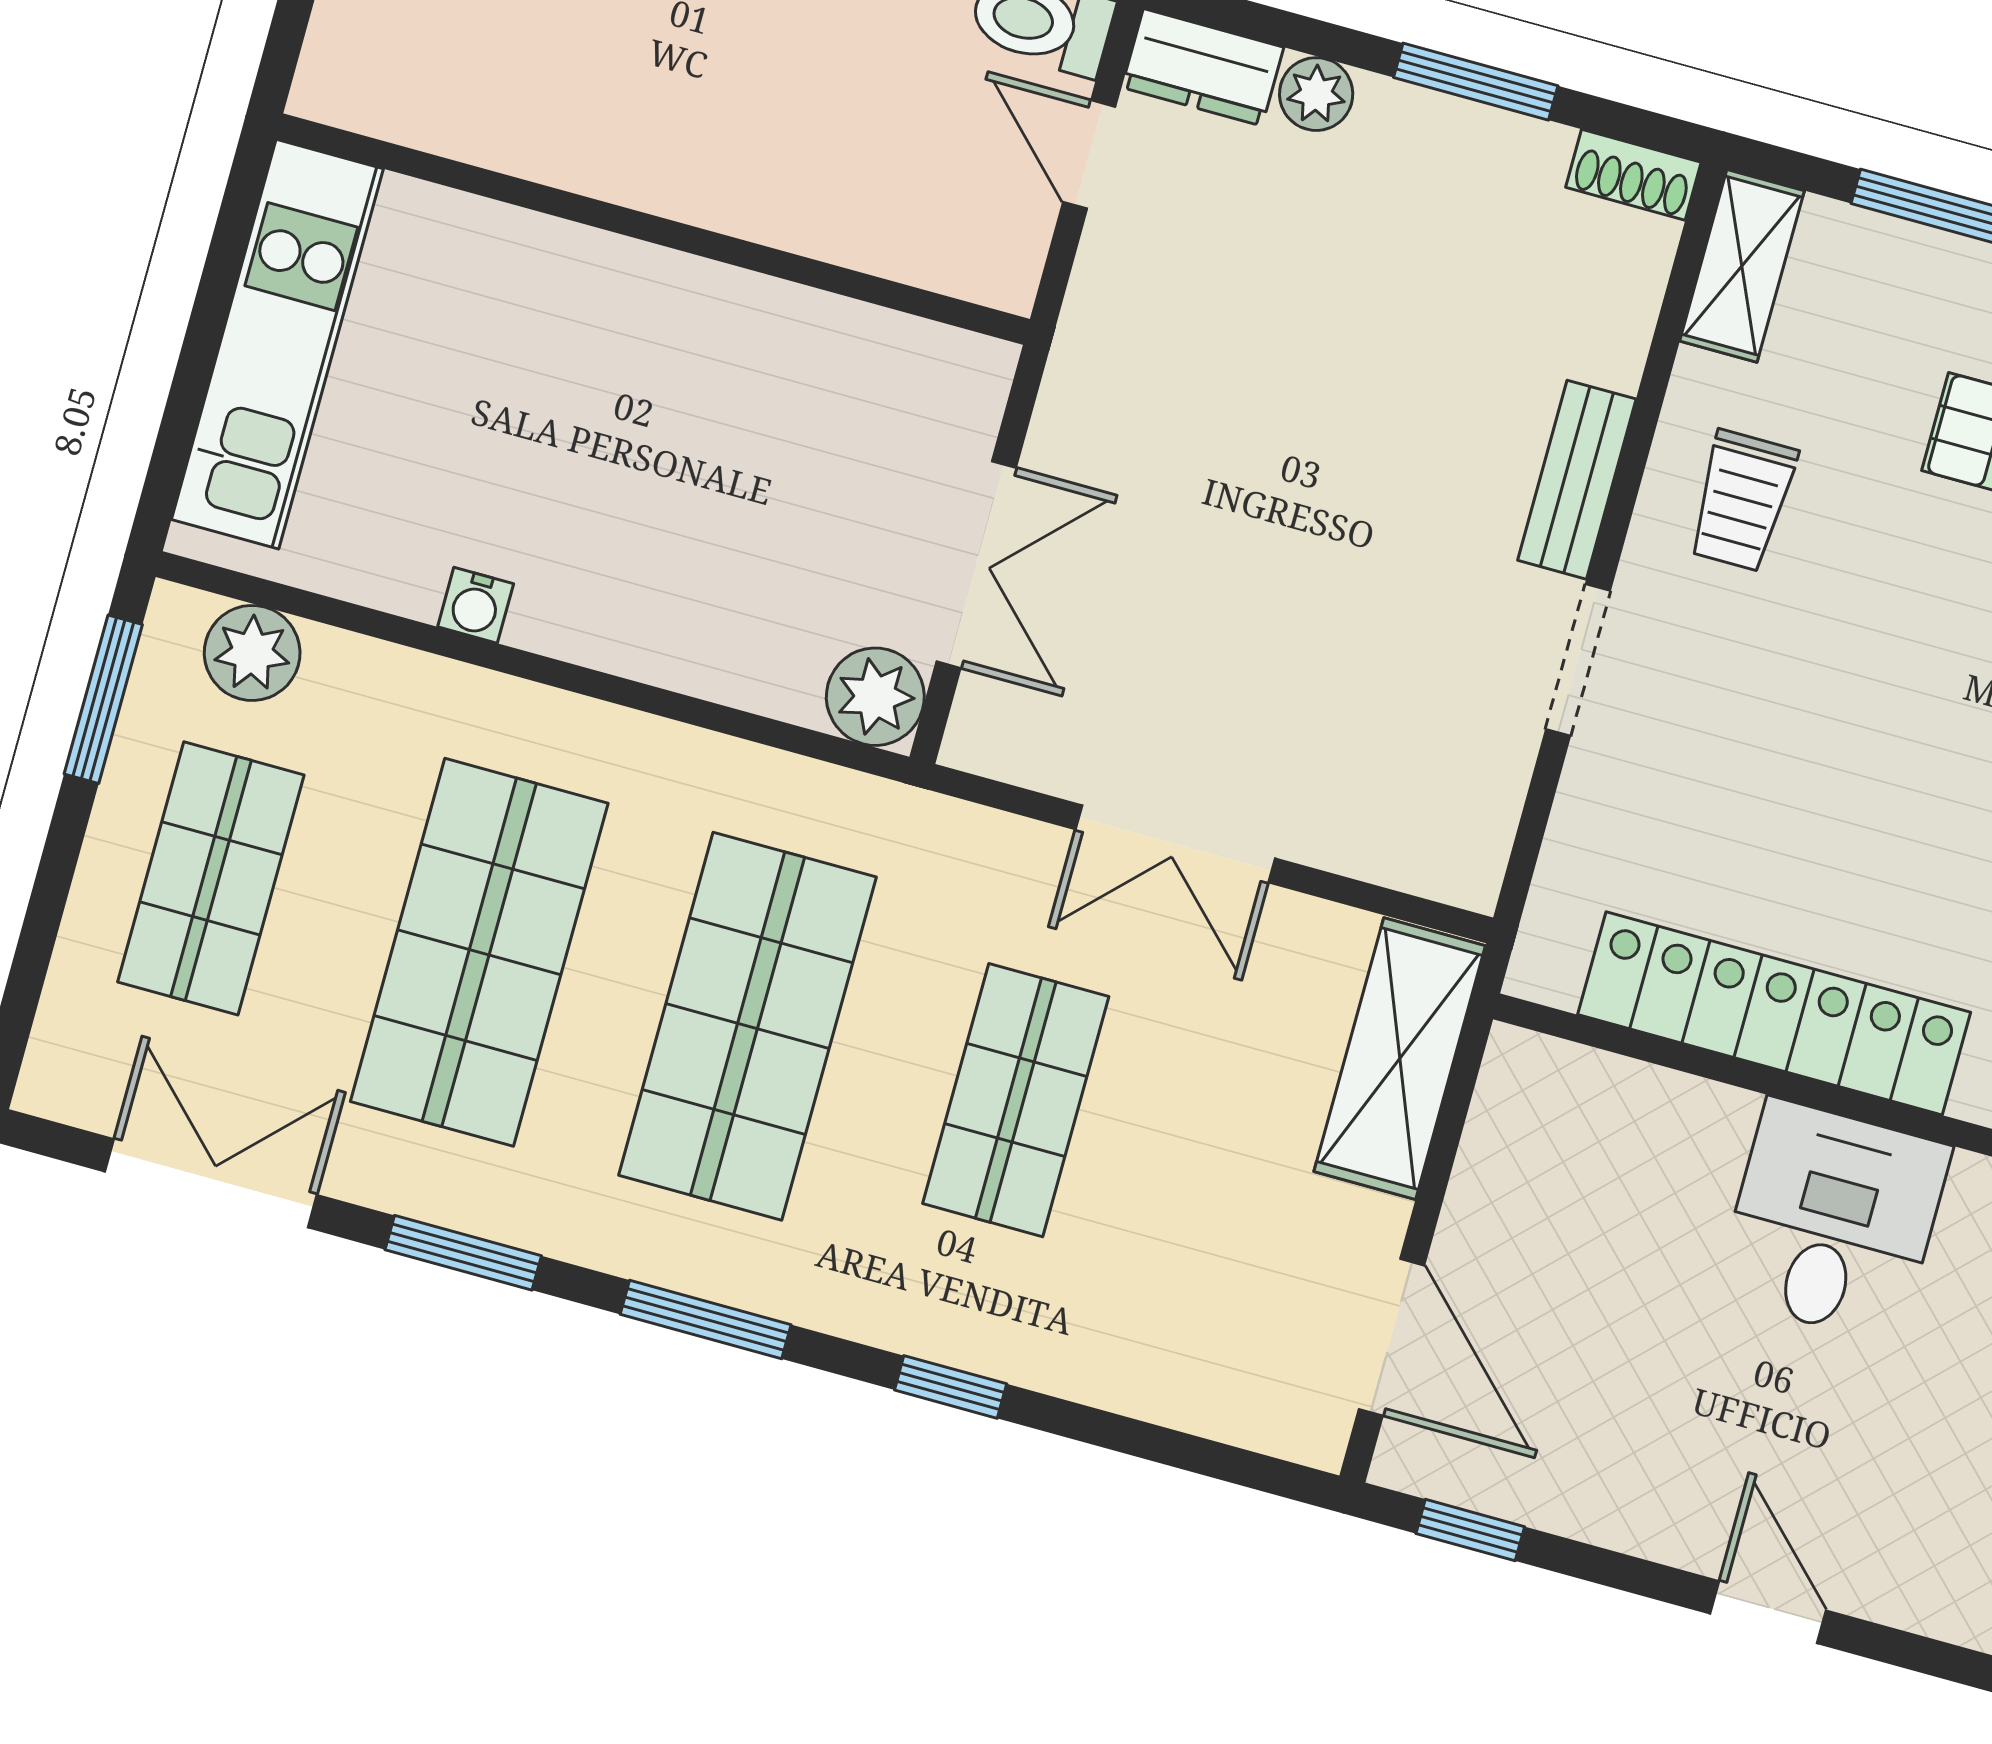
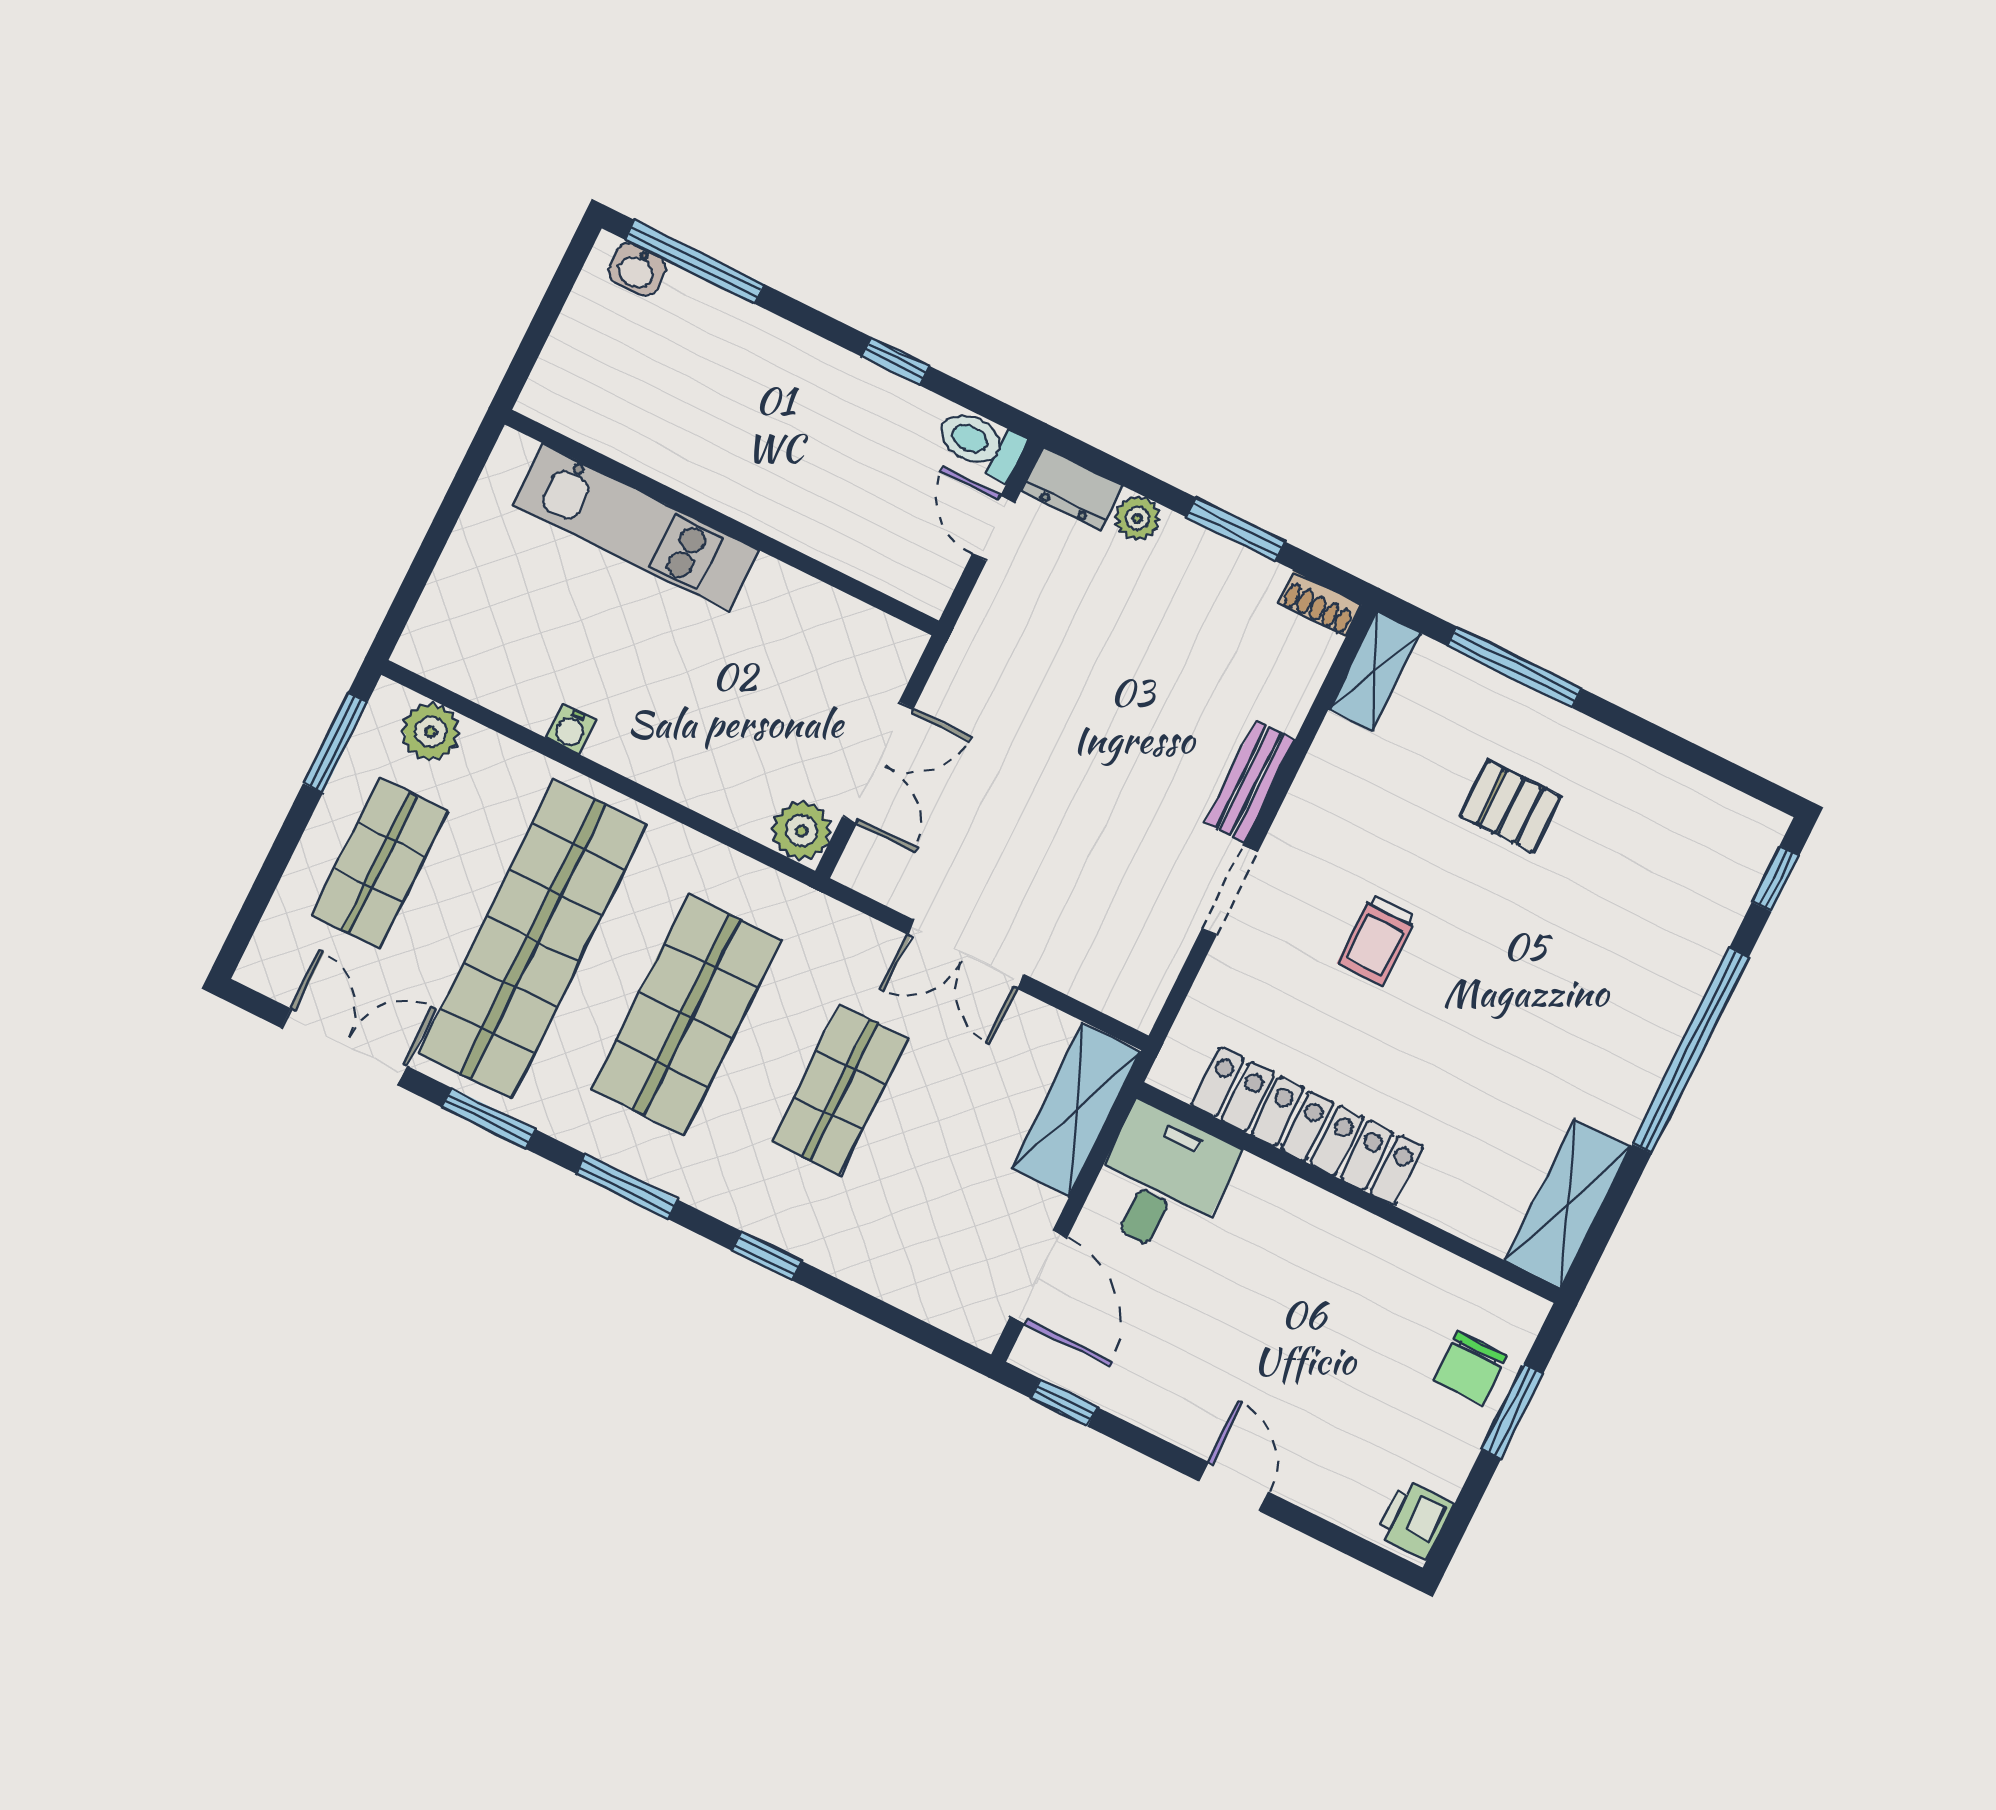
kitchen unit: (277, 344) -> (636, 527), moved, turned 90
trolley: (1742, 501) -> (1377, 940), moved
shop shelf: (479, 952) -> (533, 939), width x1.40
desk: (1833, 1221) -> (1162, 1181), moved

